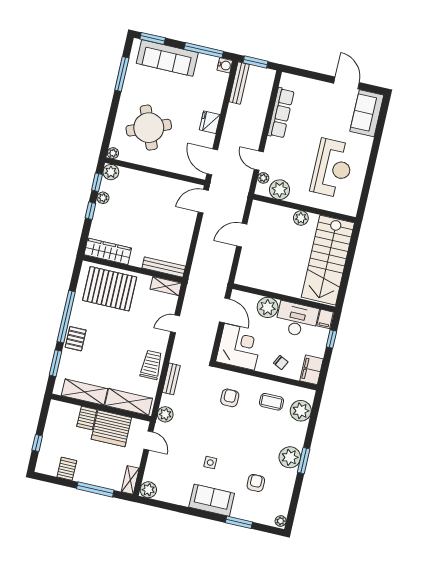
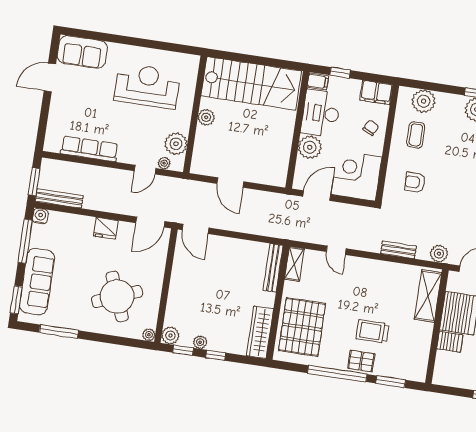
trolley: (151, 365) -> (372, 331), moved
shelving: (85, 392) -> (421, 347), removed

